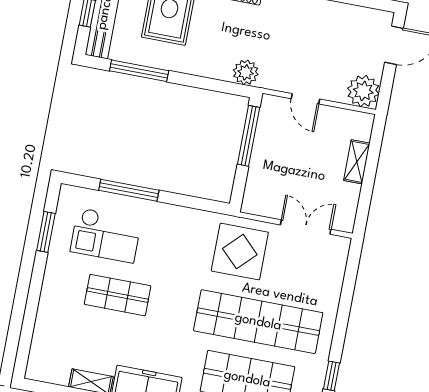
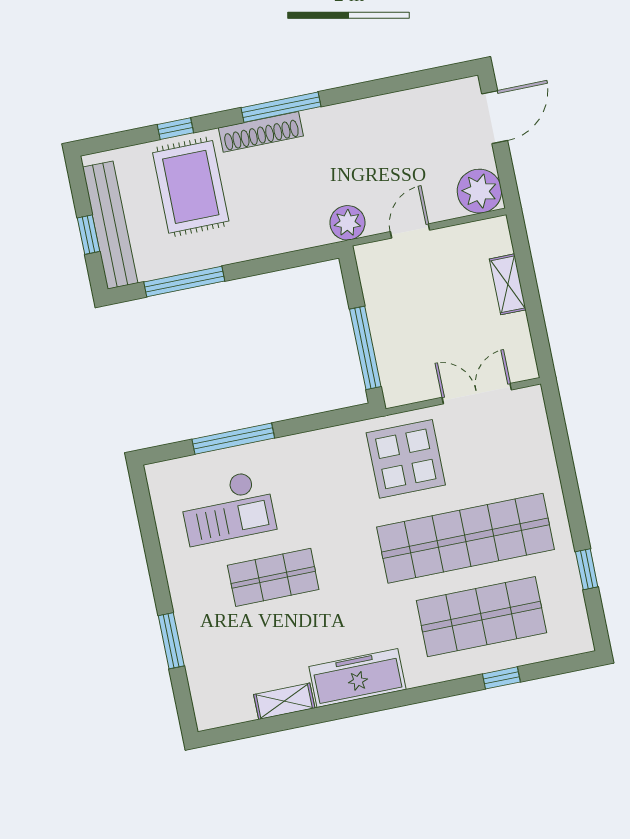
plant: (246, 72) -> (347, 223), moved
door: (305, 99) -> (410, 231), swing flipped
window: (249, 136) -> (365, 348), moved
window: (46, 232) -> (171, 641), moved

